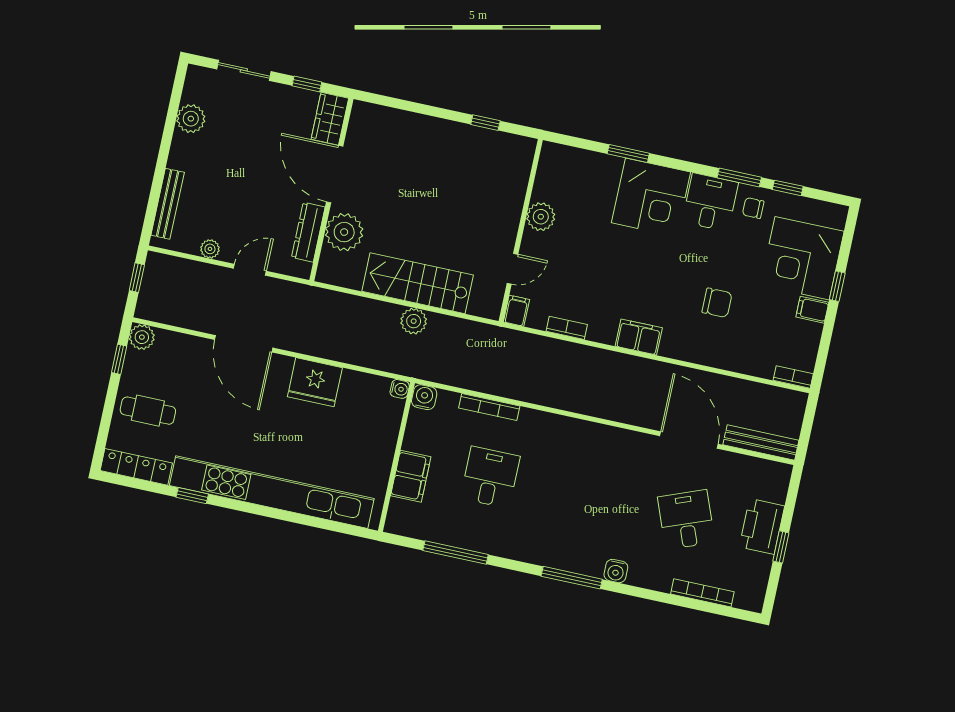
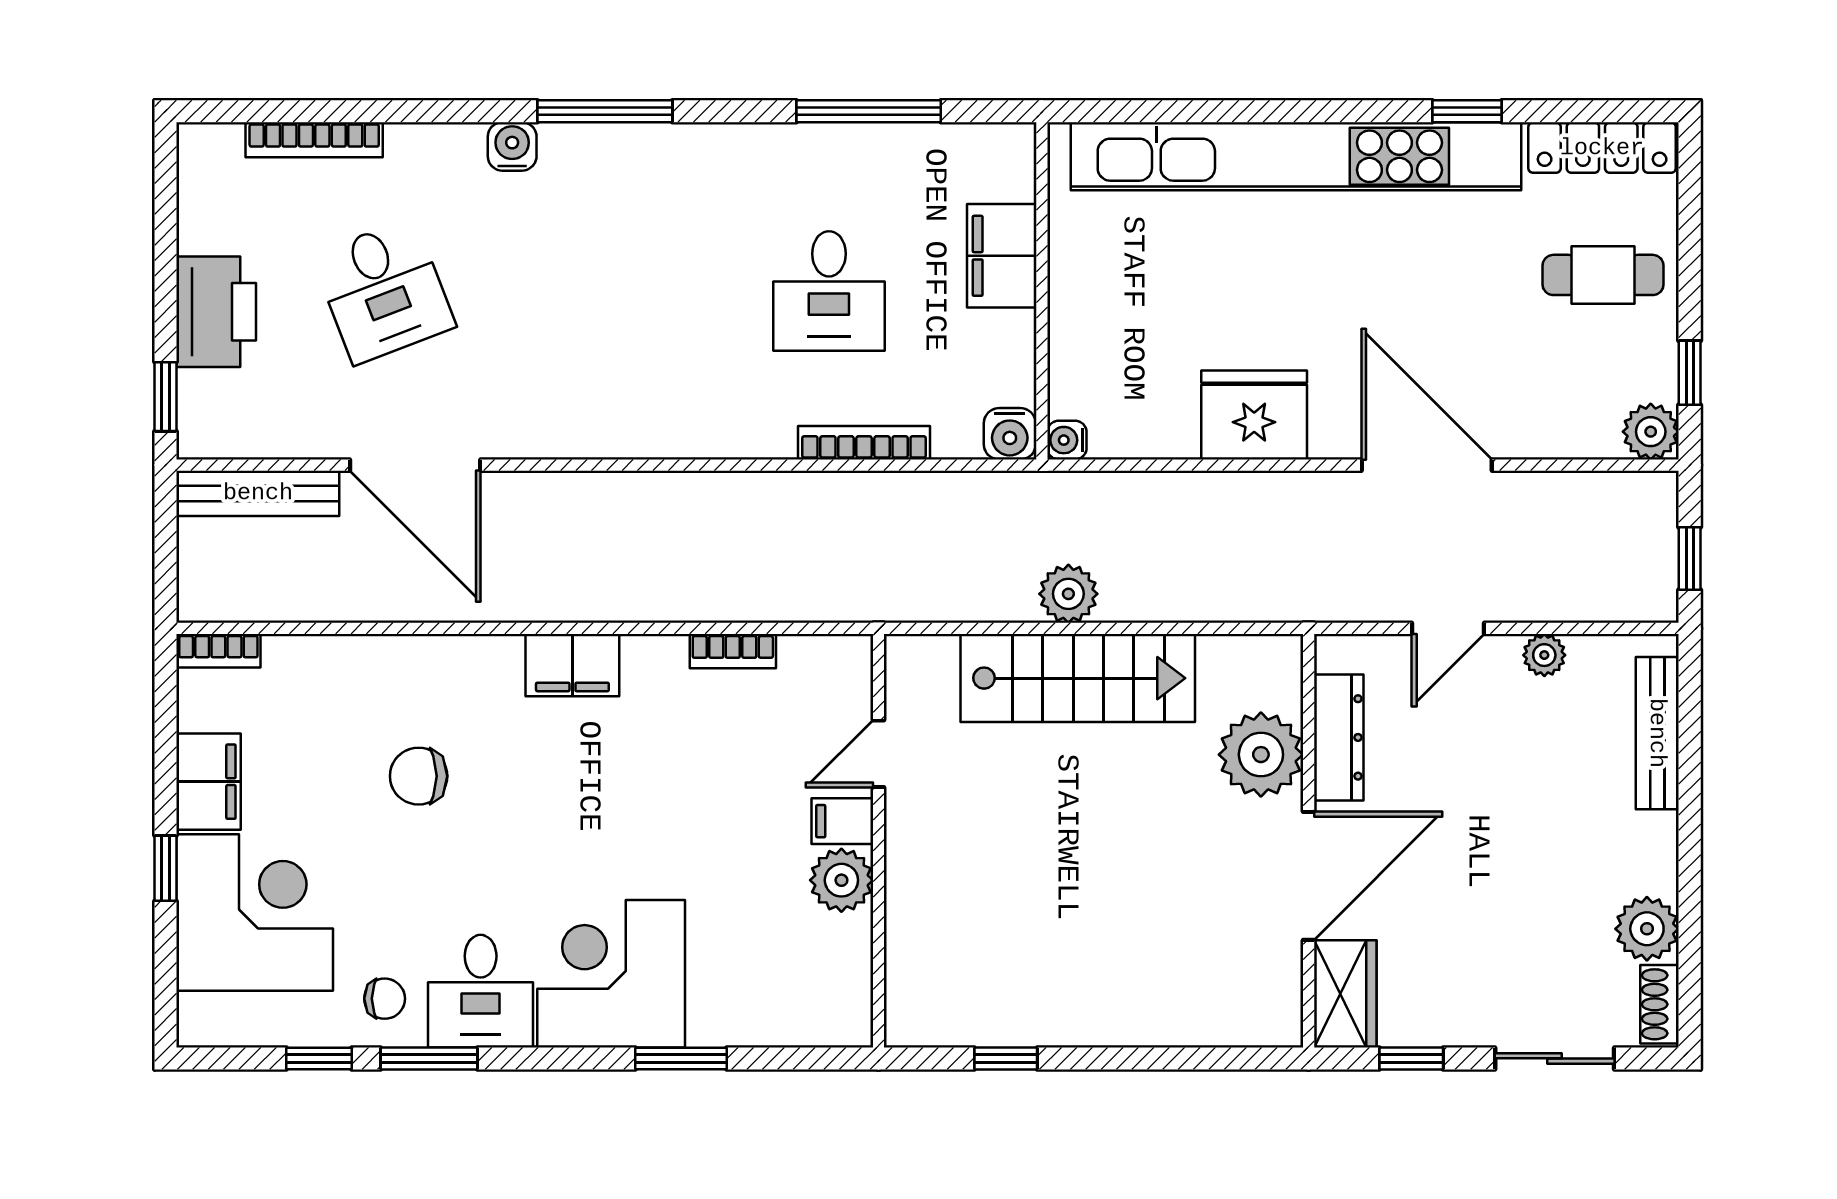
shoe rack: (192, 84) -> (1660, 1004), added
door: (335, 174) -> (1309, 876), hinge flipped
filing cabinet: (812, 310) -> (208, 782), width x2.00
filing cabinet: (516, 311) -> (842, 821), moved, turned 90
window: (781, 547) -> (165, 397), moved

